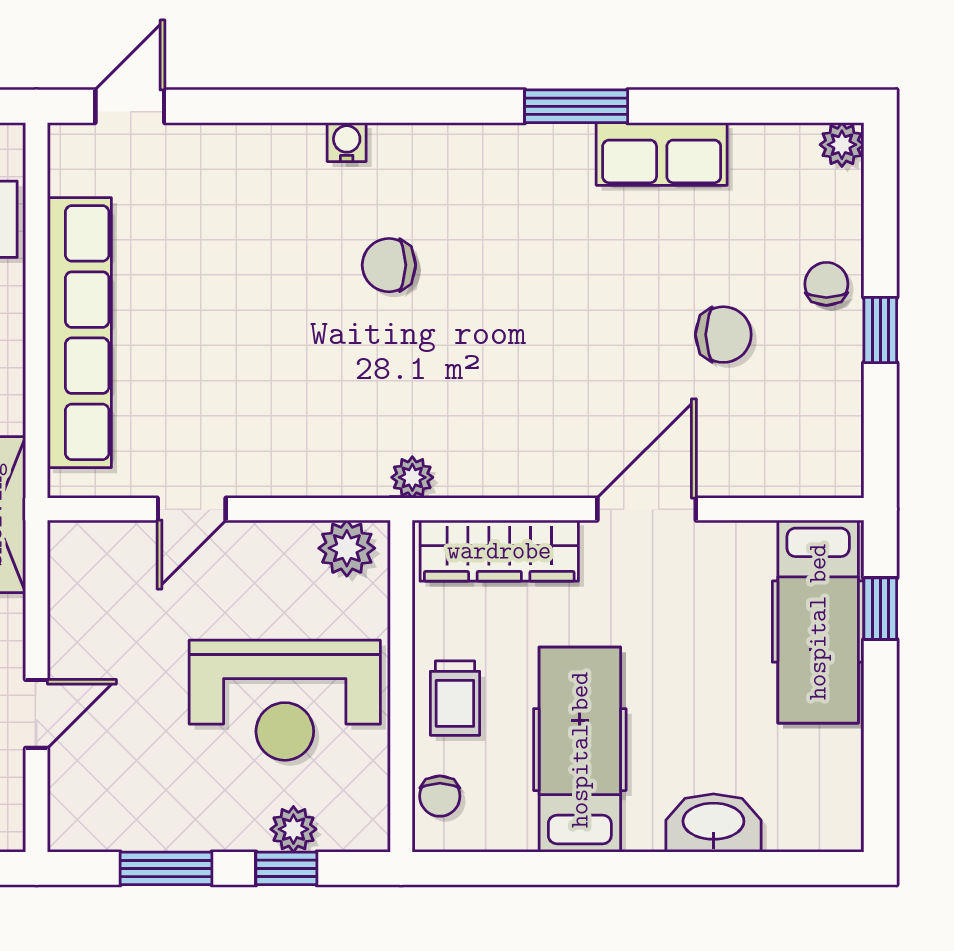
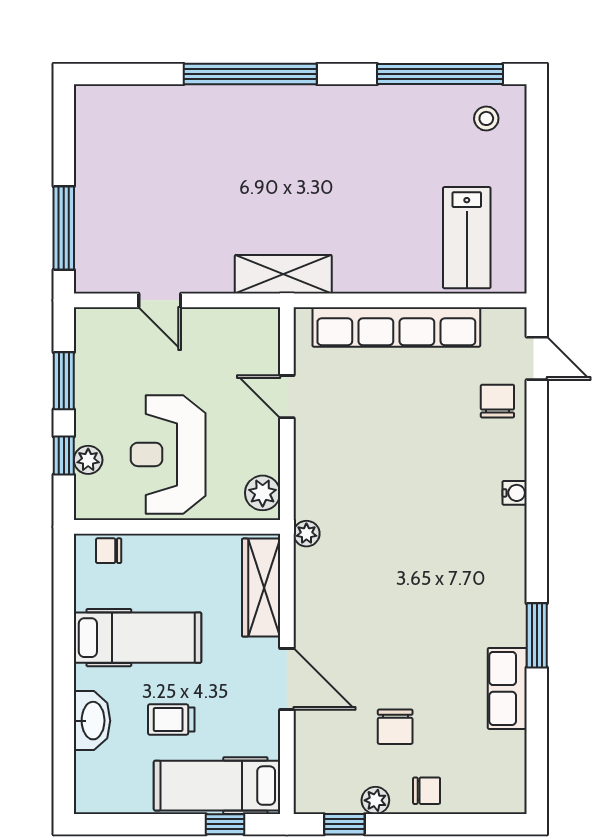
plant: (842, 145) -> (375, 800), moved
chair: (389, 265) -> (497, 401), moved
window: (880, 330) -> (344, 824), moved
trolley: (455, 698) -> (171, 719), moved

